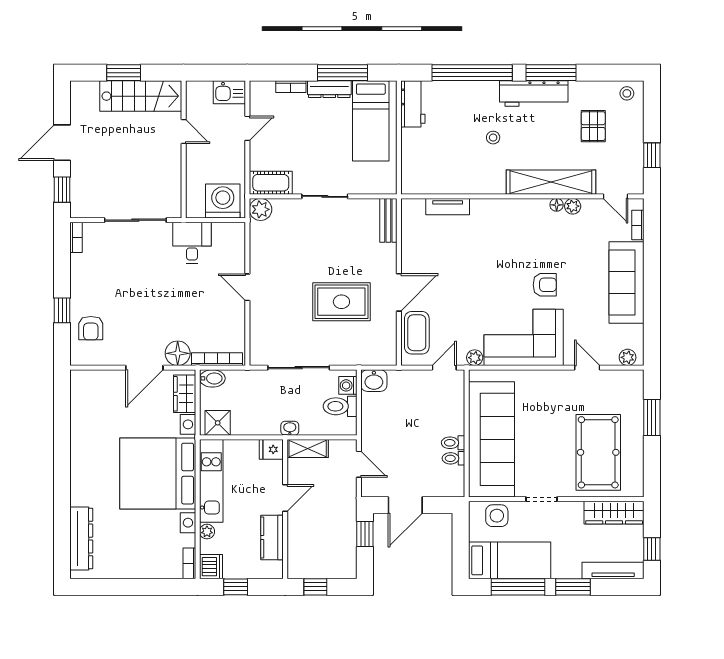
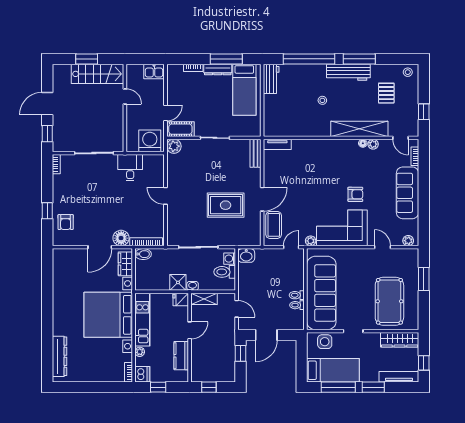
door: (247, 128) -> (165, 113), moved
tv unit: (448, 207) -> (277, 144), moved
shower: (218, 423) -> (178, 282), moved

